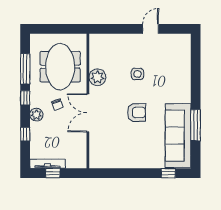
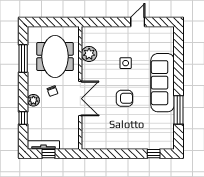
plant: (97, 77) -> (89, 54), moved
window: (25, 98) -> (23, 85), removed
double door: (88, 113) -> (80, 99), swing flipped
sofa: (178, 136) -> (163, 83), moved

